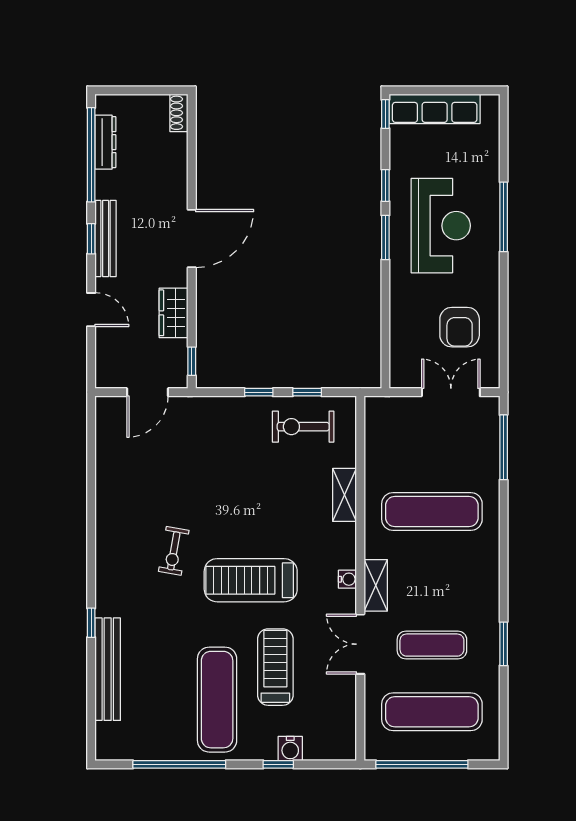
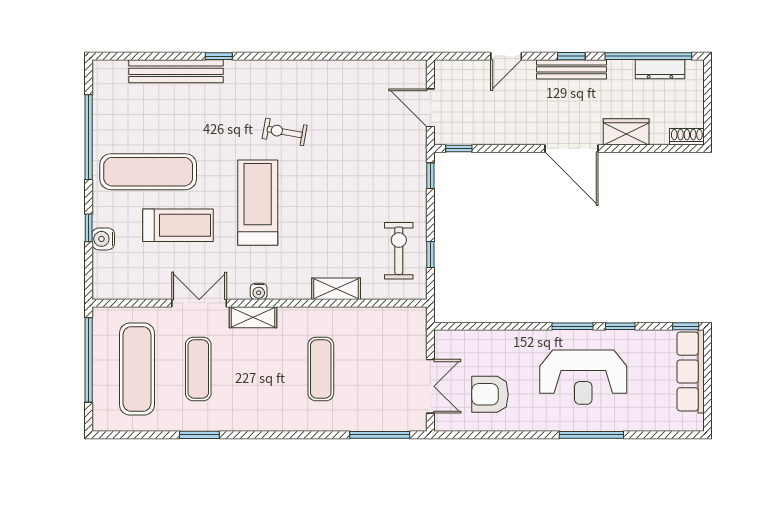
wardrobe: (174, 313) -> (626, 132), moved
window: (259, 392) -> (430, 176), moved
exercise mat: (432, 512) -> (321, 369), width x0.73, depth x0.69

